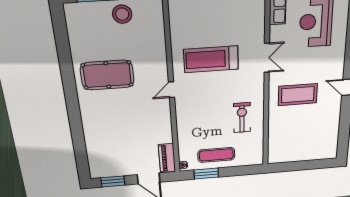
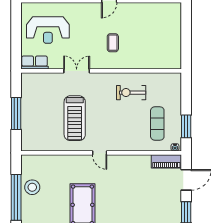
coffee table: (298, 95) -> (113, 43), width x0.54, depth x0.58
exercise mat: (216, 155) -> (157, 124), moved

